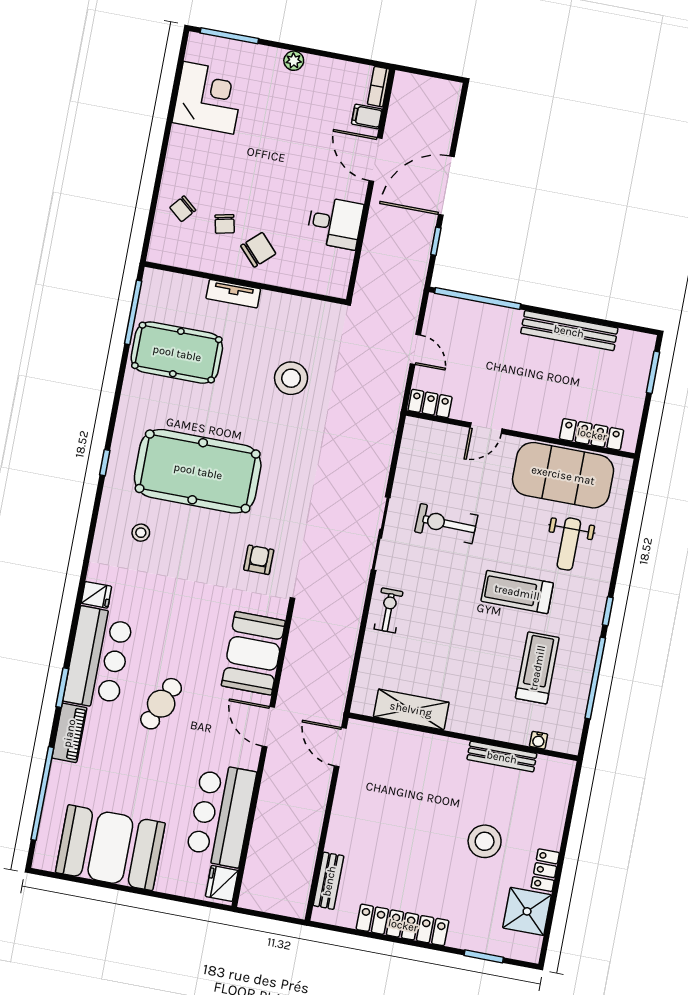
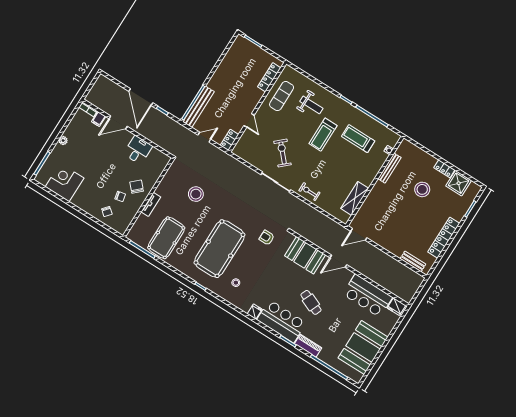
bench: (569, 331) -> (198, 107), moved
exercise mat: (563, 475) -> (282, 96), width x0.50, depth x0.69
exercise bike: (446, 524) -> (283, 153), turned 137

